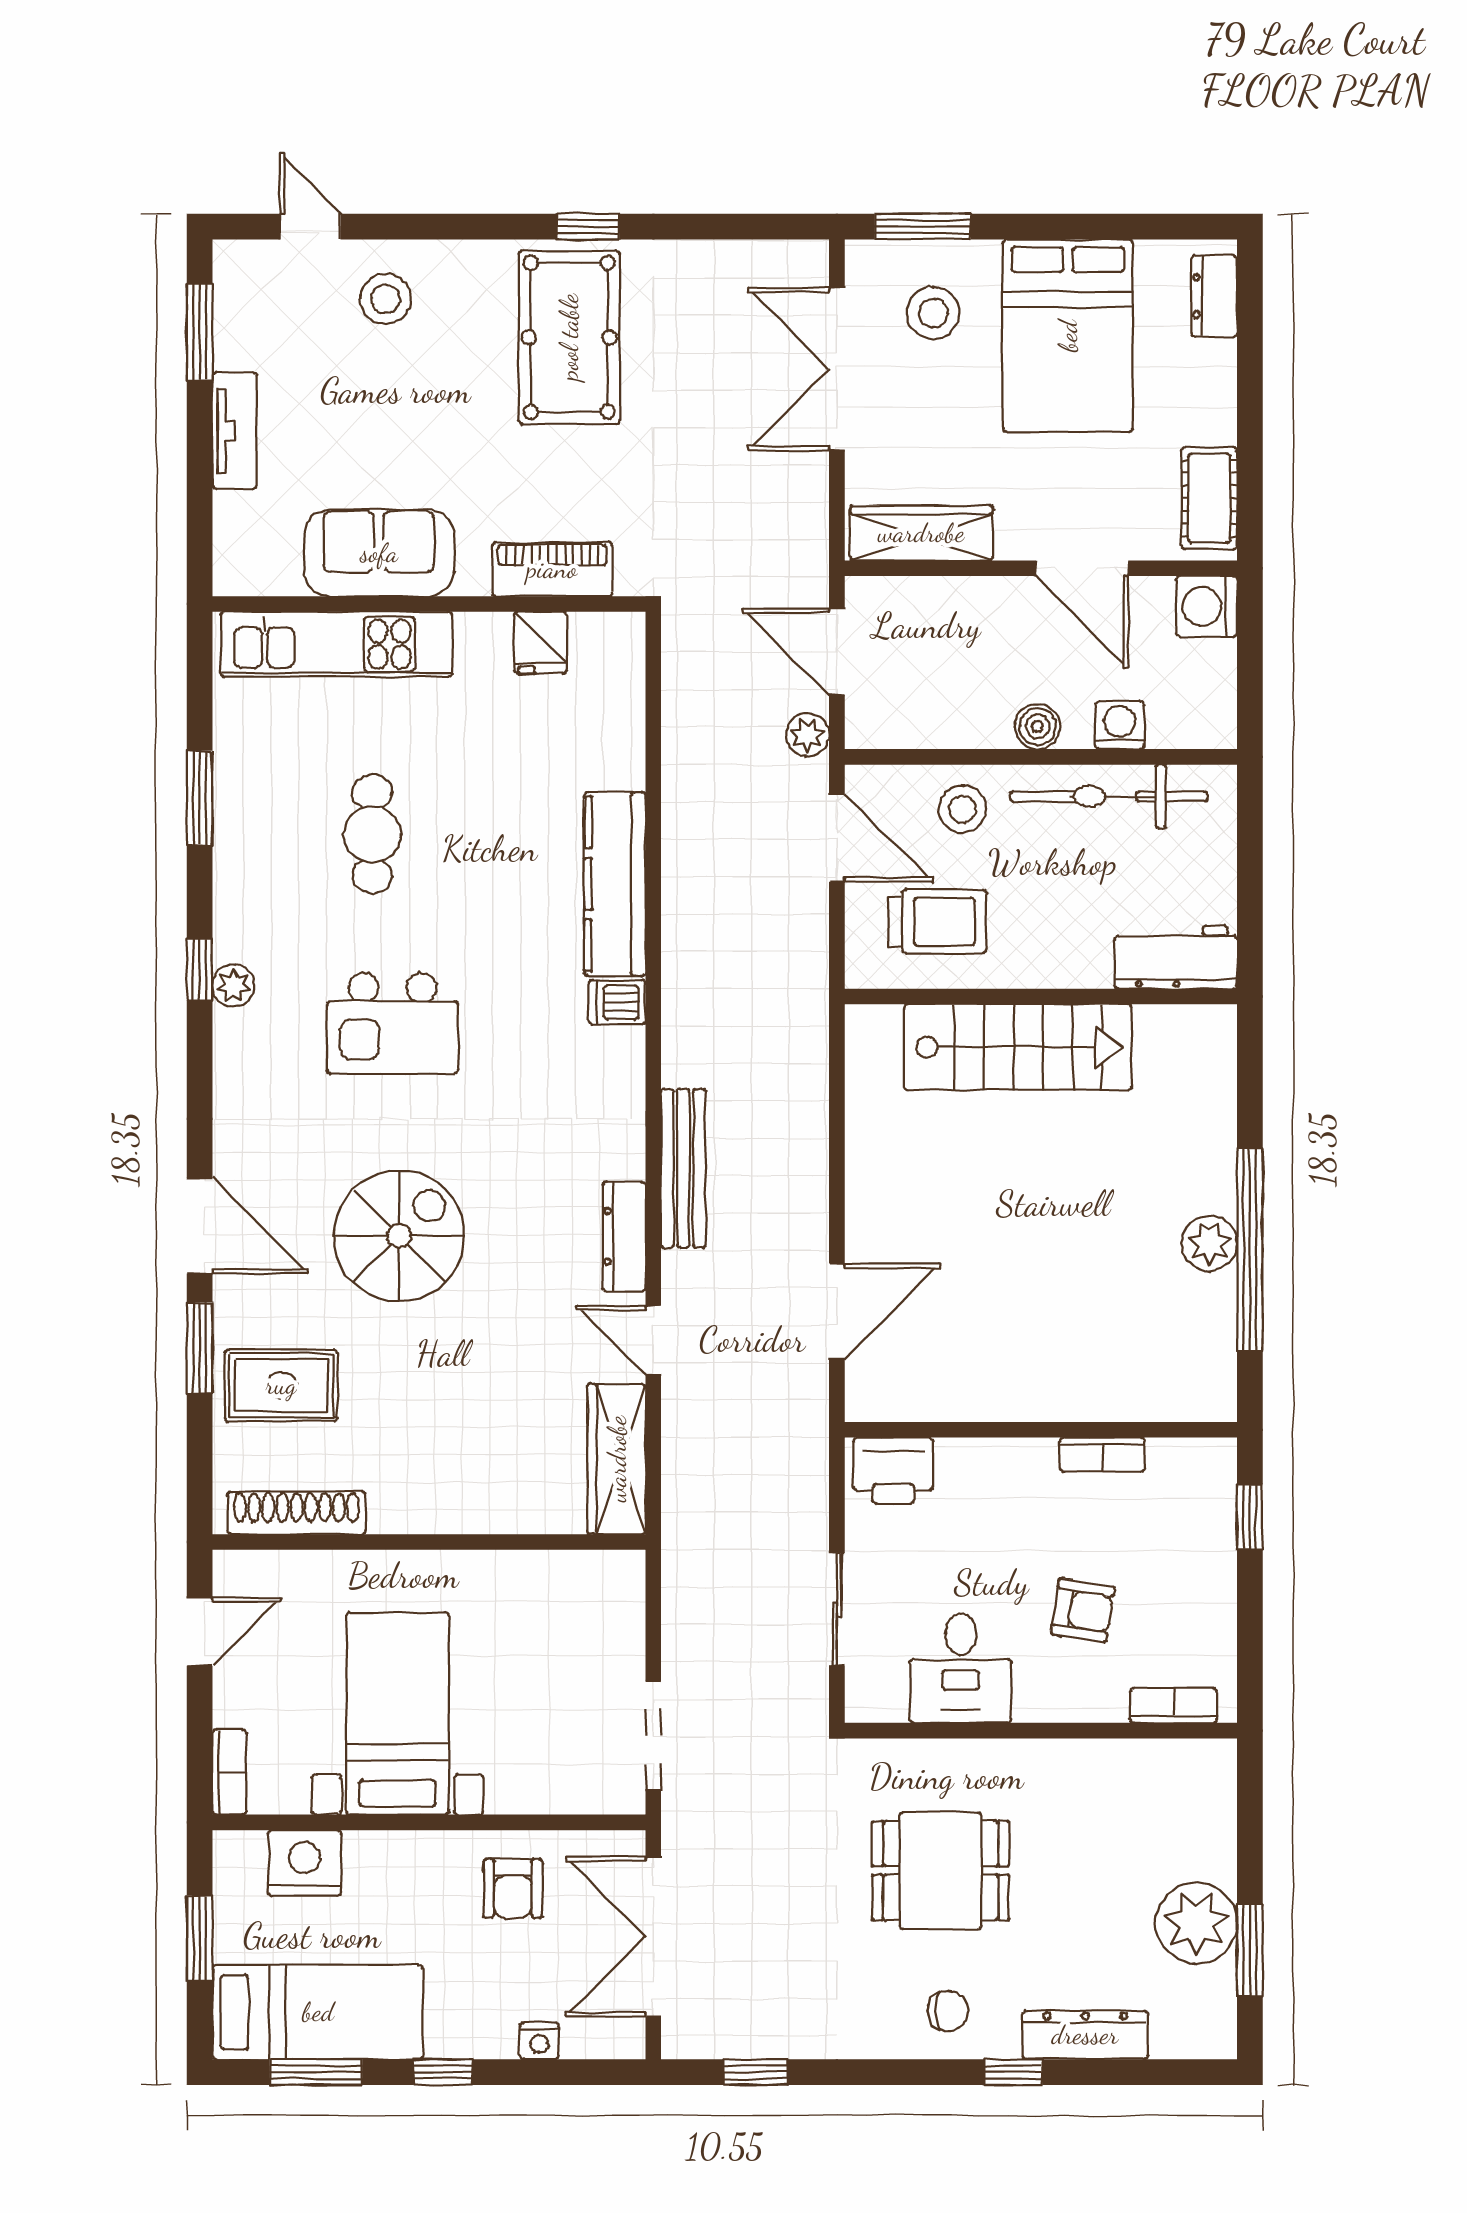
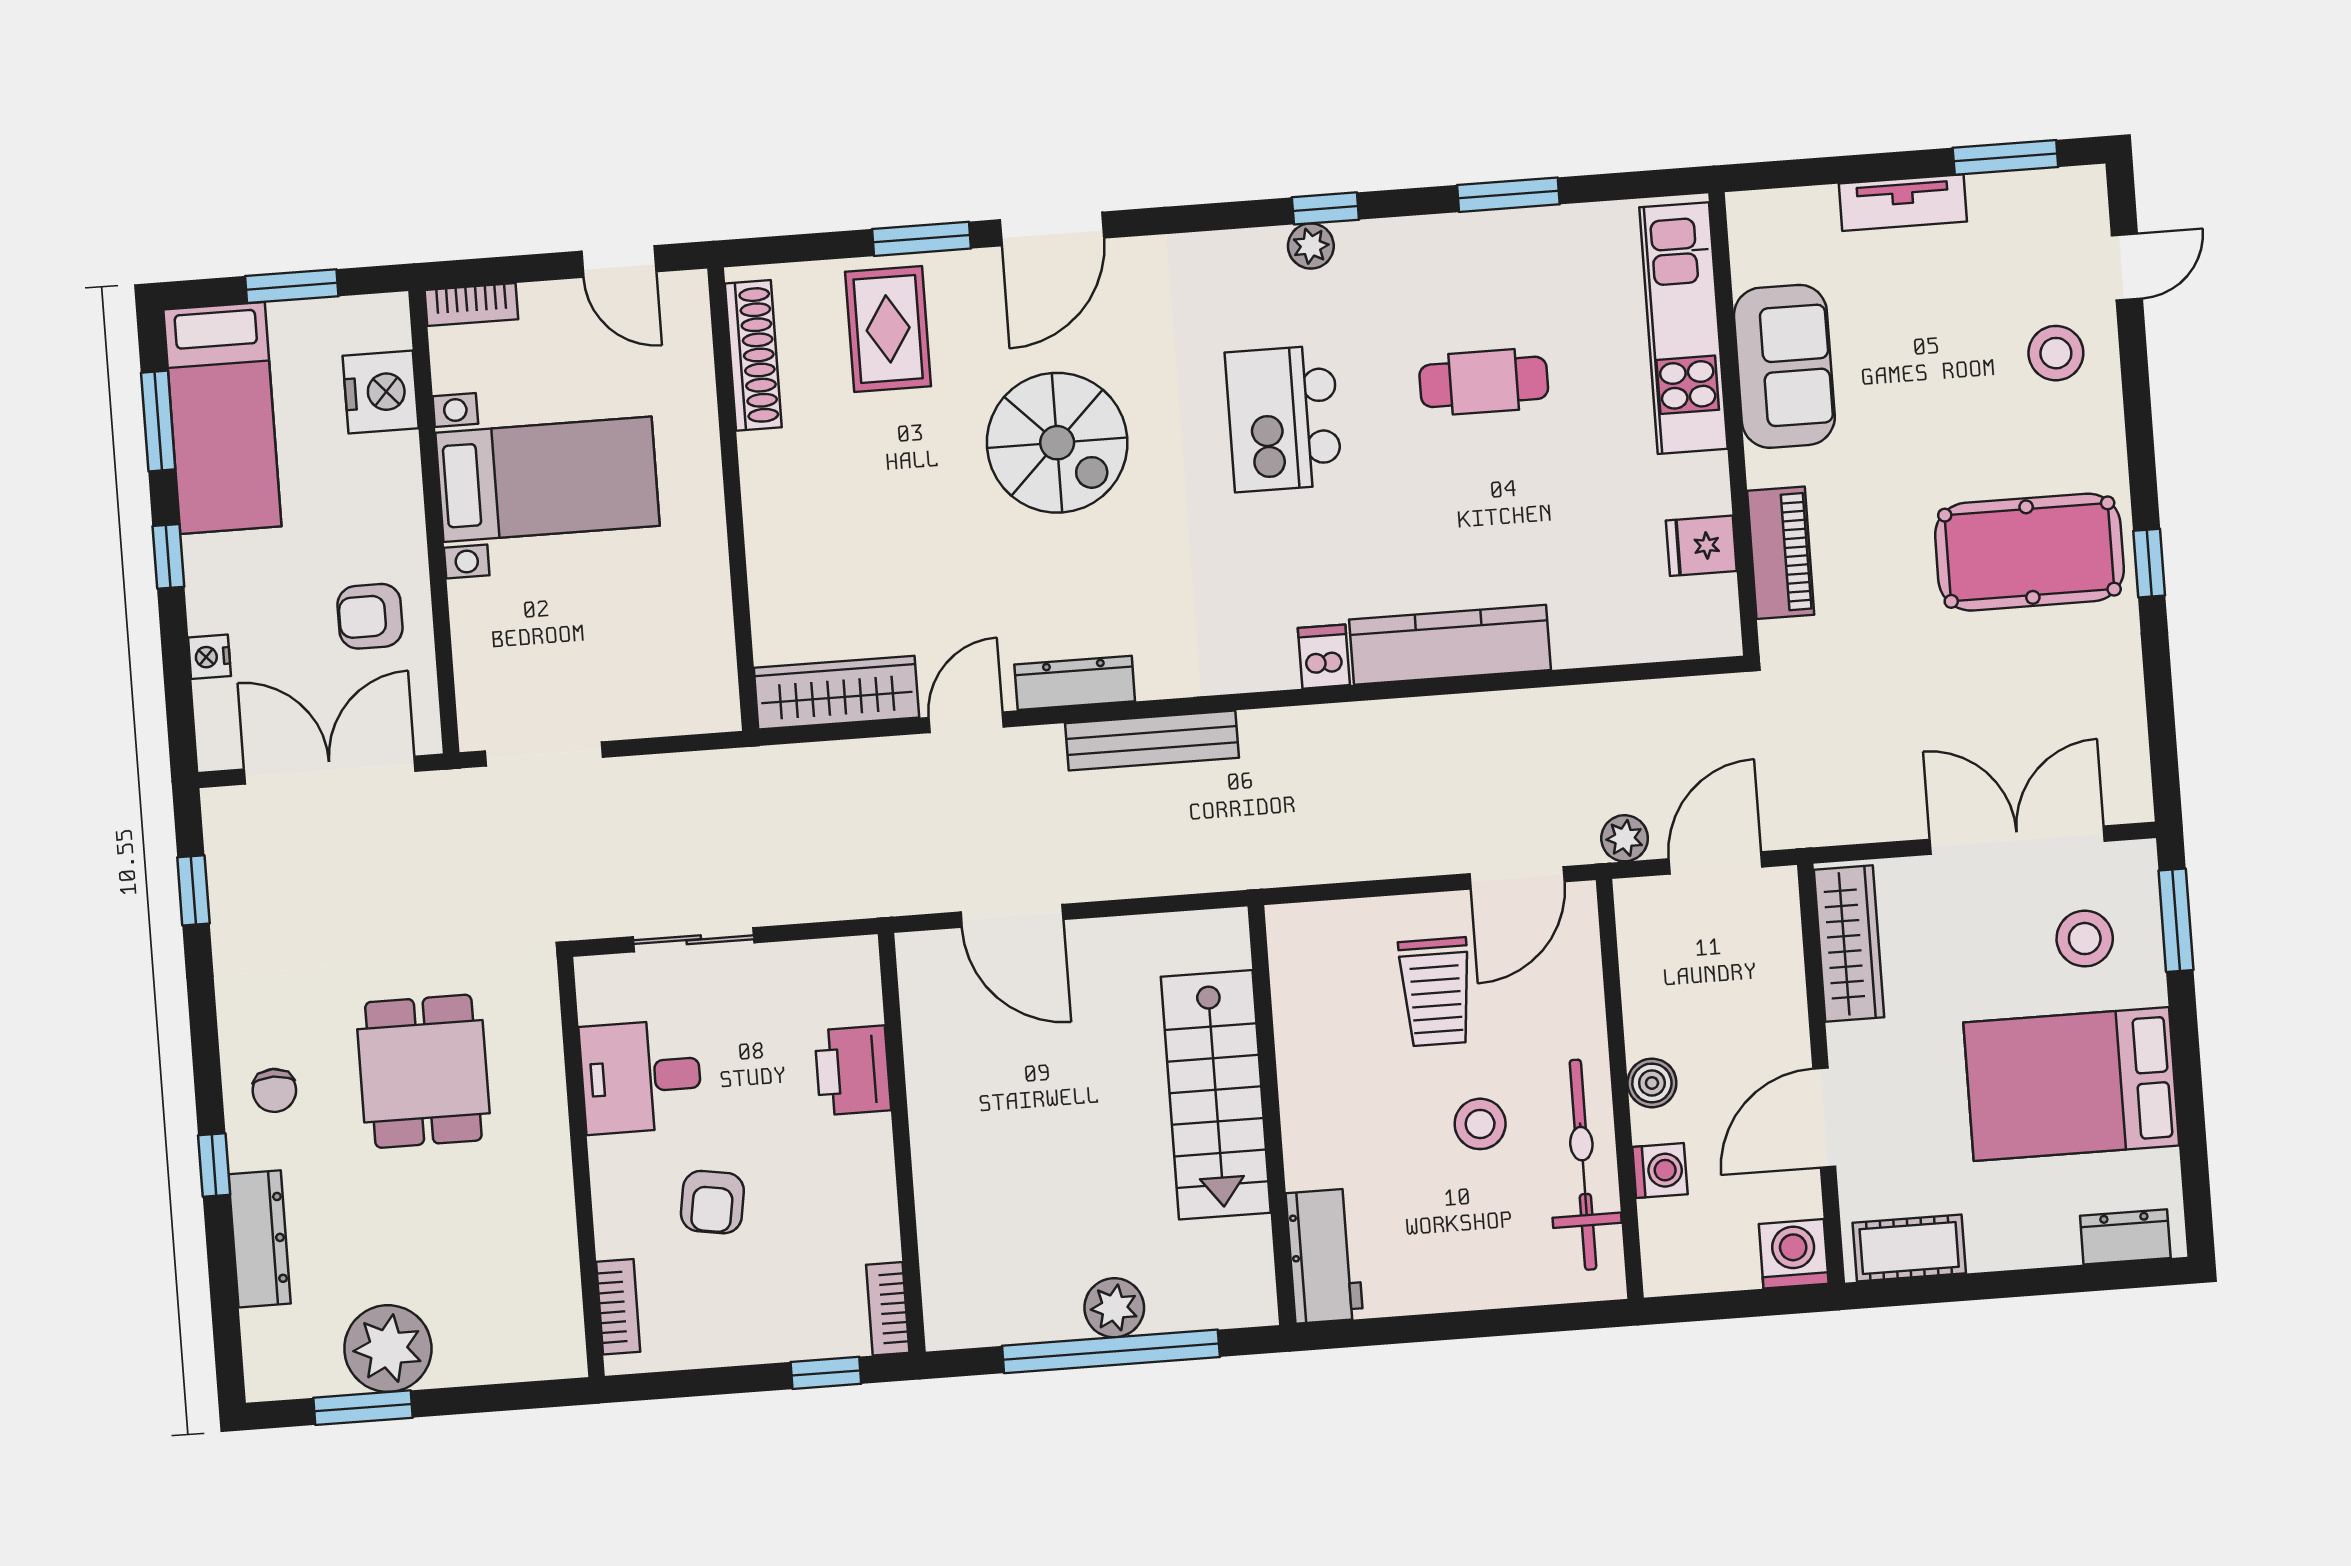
stool: (962, 809) -> (1480, 1124), moved
workbench: (1176, 957) -> (1324, 1256), moved
wall: (1041, 996) -> (1272, 1115), moved
stairs: (1018, 1047) -> (1216, 1095), moved
bookcase: (1102, 1455) -> (888, 1309), moved
printer: (893, 1470) -> (853, 1070), moved

